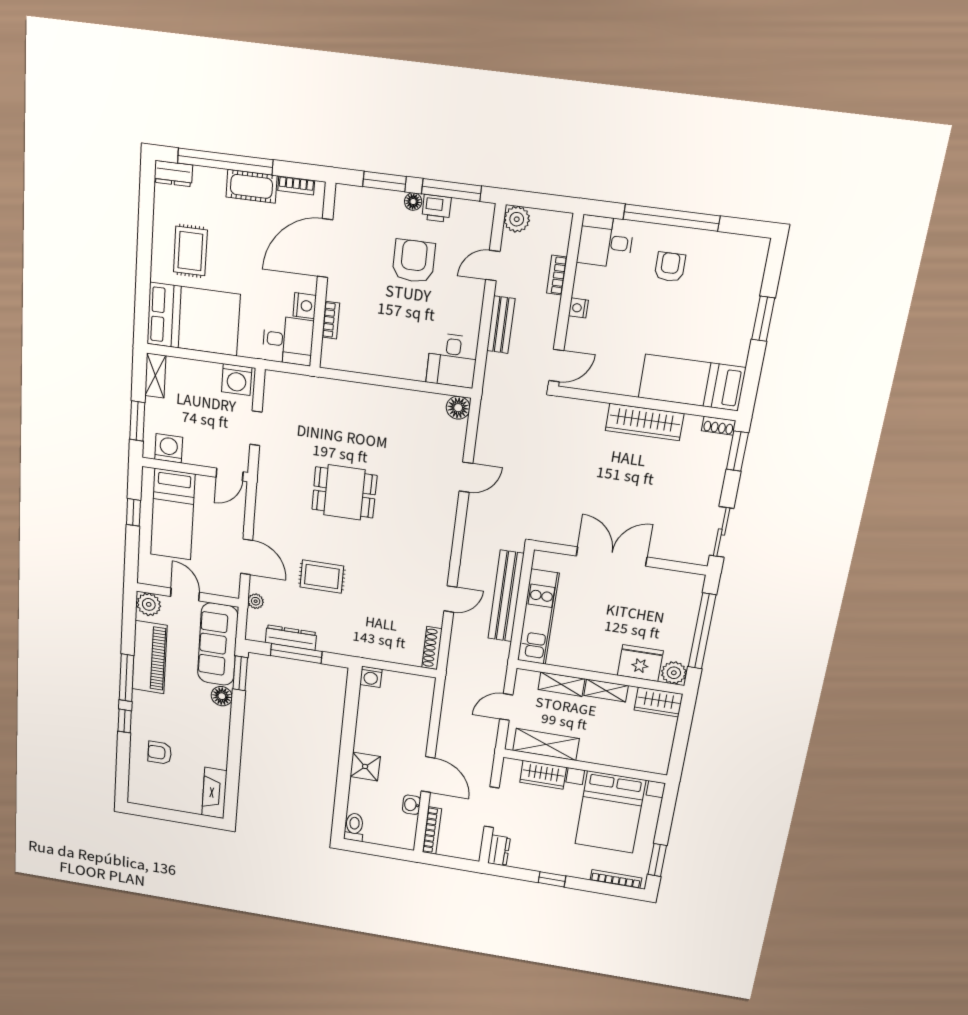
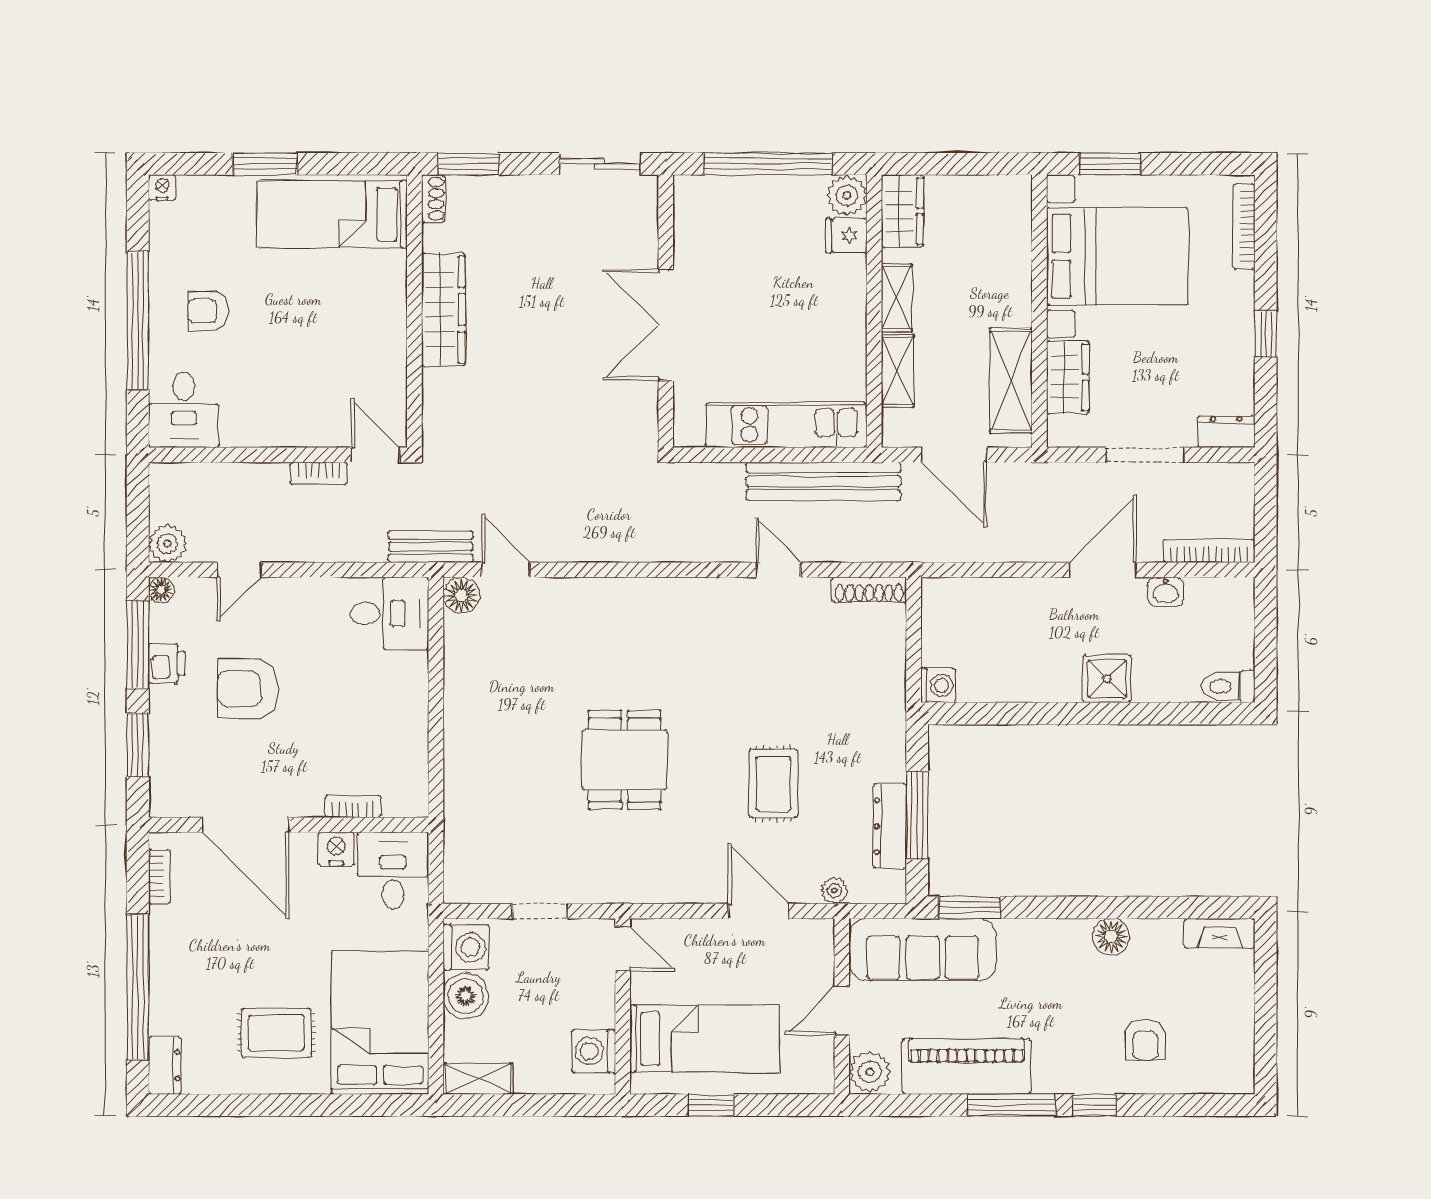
cot: (251, 186) -> (169, 944), removed
floor lamp: (413, 202) -> (161, 590), moved
door: (493, 266) -> (239, 570), hinge flipped
bookcase: (557, 275) -> (319, 473), moved
nightstand: (578, 308) -> (162, 188), moved, turned 180
bench: (501, 325) -> (431, 547), moved
boiler: (207, 375) -> (466, 996), added
bed: (692, 383) -> (332, 214), moved, turned 90
window: (137, 421) -> (556, 1105), removed
door: (466, 477) -> (506, 570), moved
door: (247, 557) -> (759, 911), hinge flipped
bench: (506, 596) -> (823, 481), moved
fridge: (640, 663) -> (846, 236), width x0.53, depth x0.75
floor lamp: (222, 696) -> (1111, 937), moved
door: (506, 707) -> (954, 455), width x1.38
fireplace: (214, 793) -> (1220, 933), width x0.73, depth x0.76
window: (657, 860) -> (1110, 164), moved

